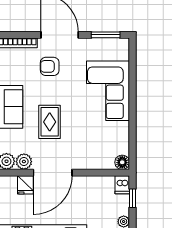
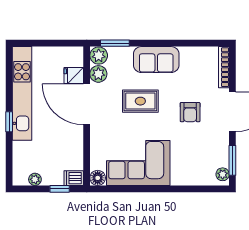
plant: (119, 44) -> (223, 174), added
armchair: (50, 66) -> (190, 112), moved, turned 180
corner sofa: (108, 91) -> (138, 163), moved

